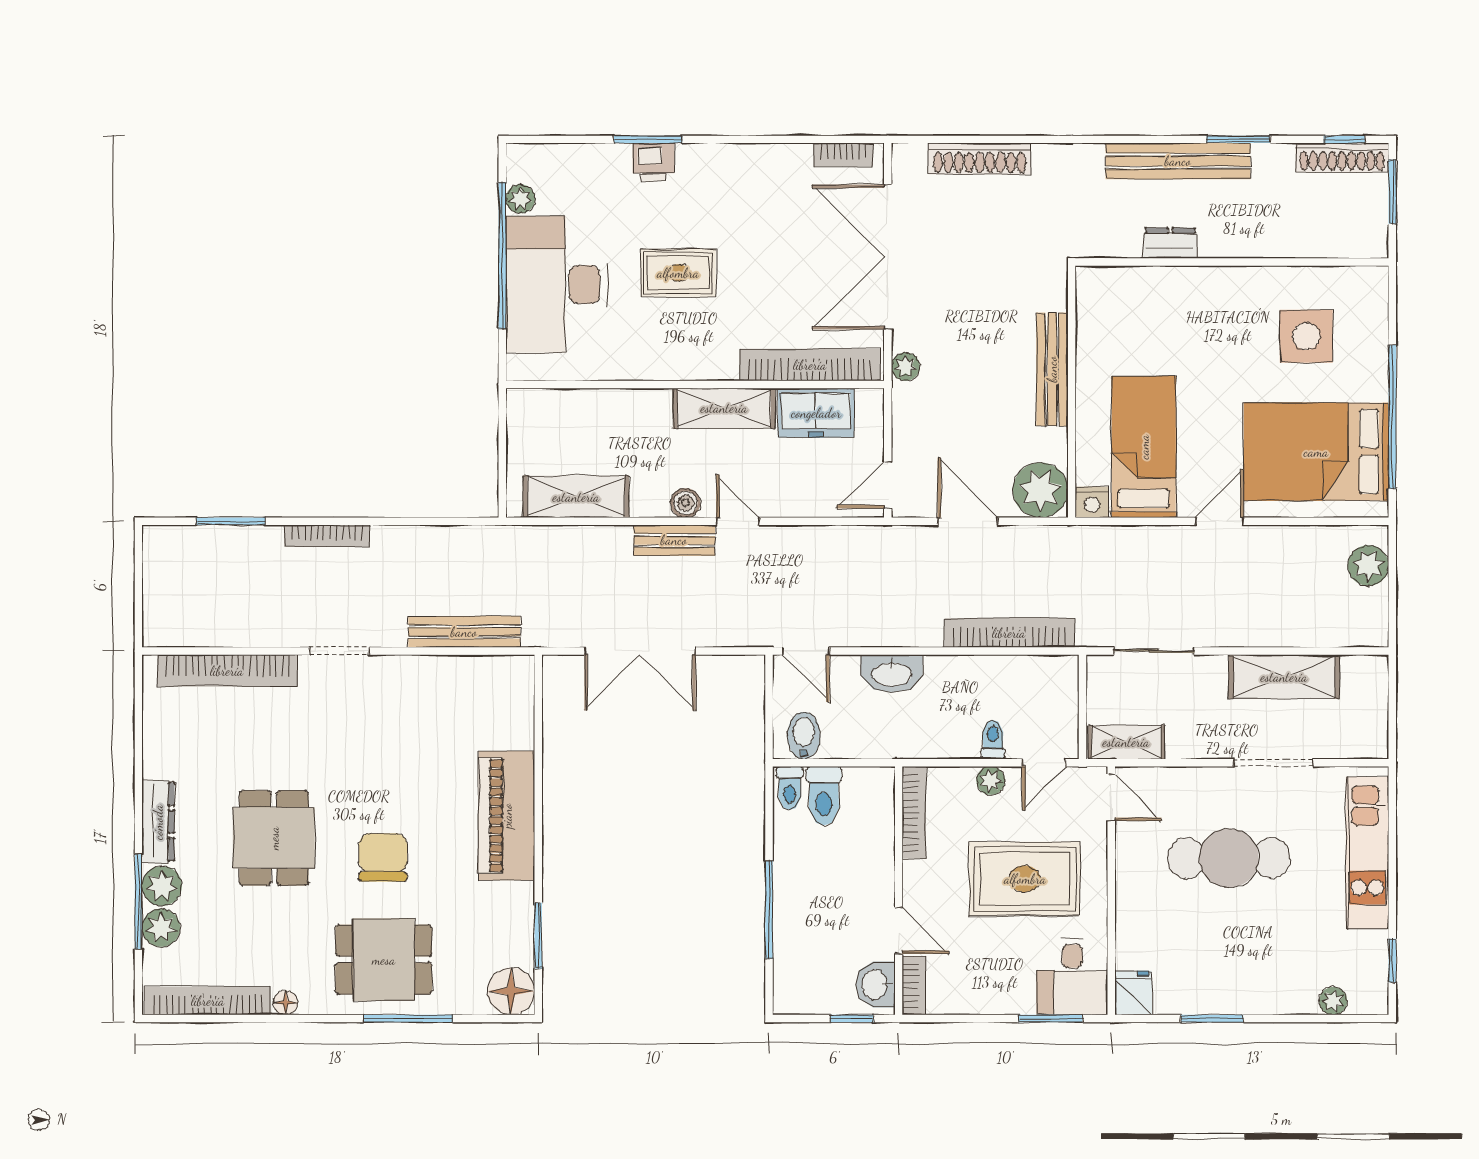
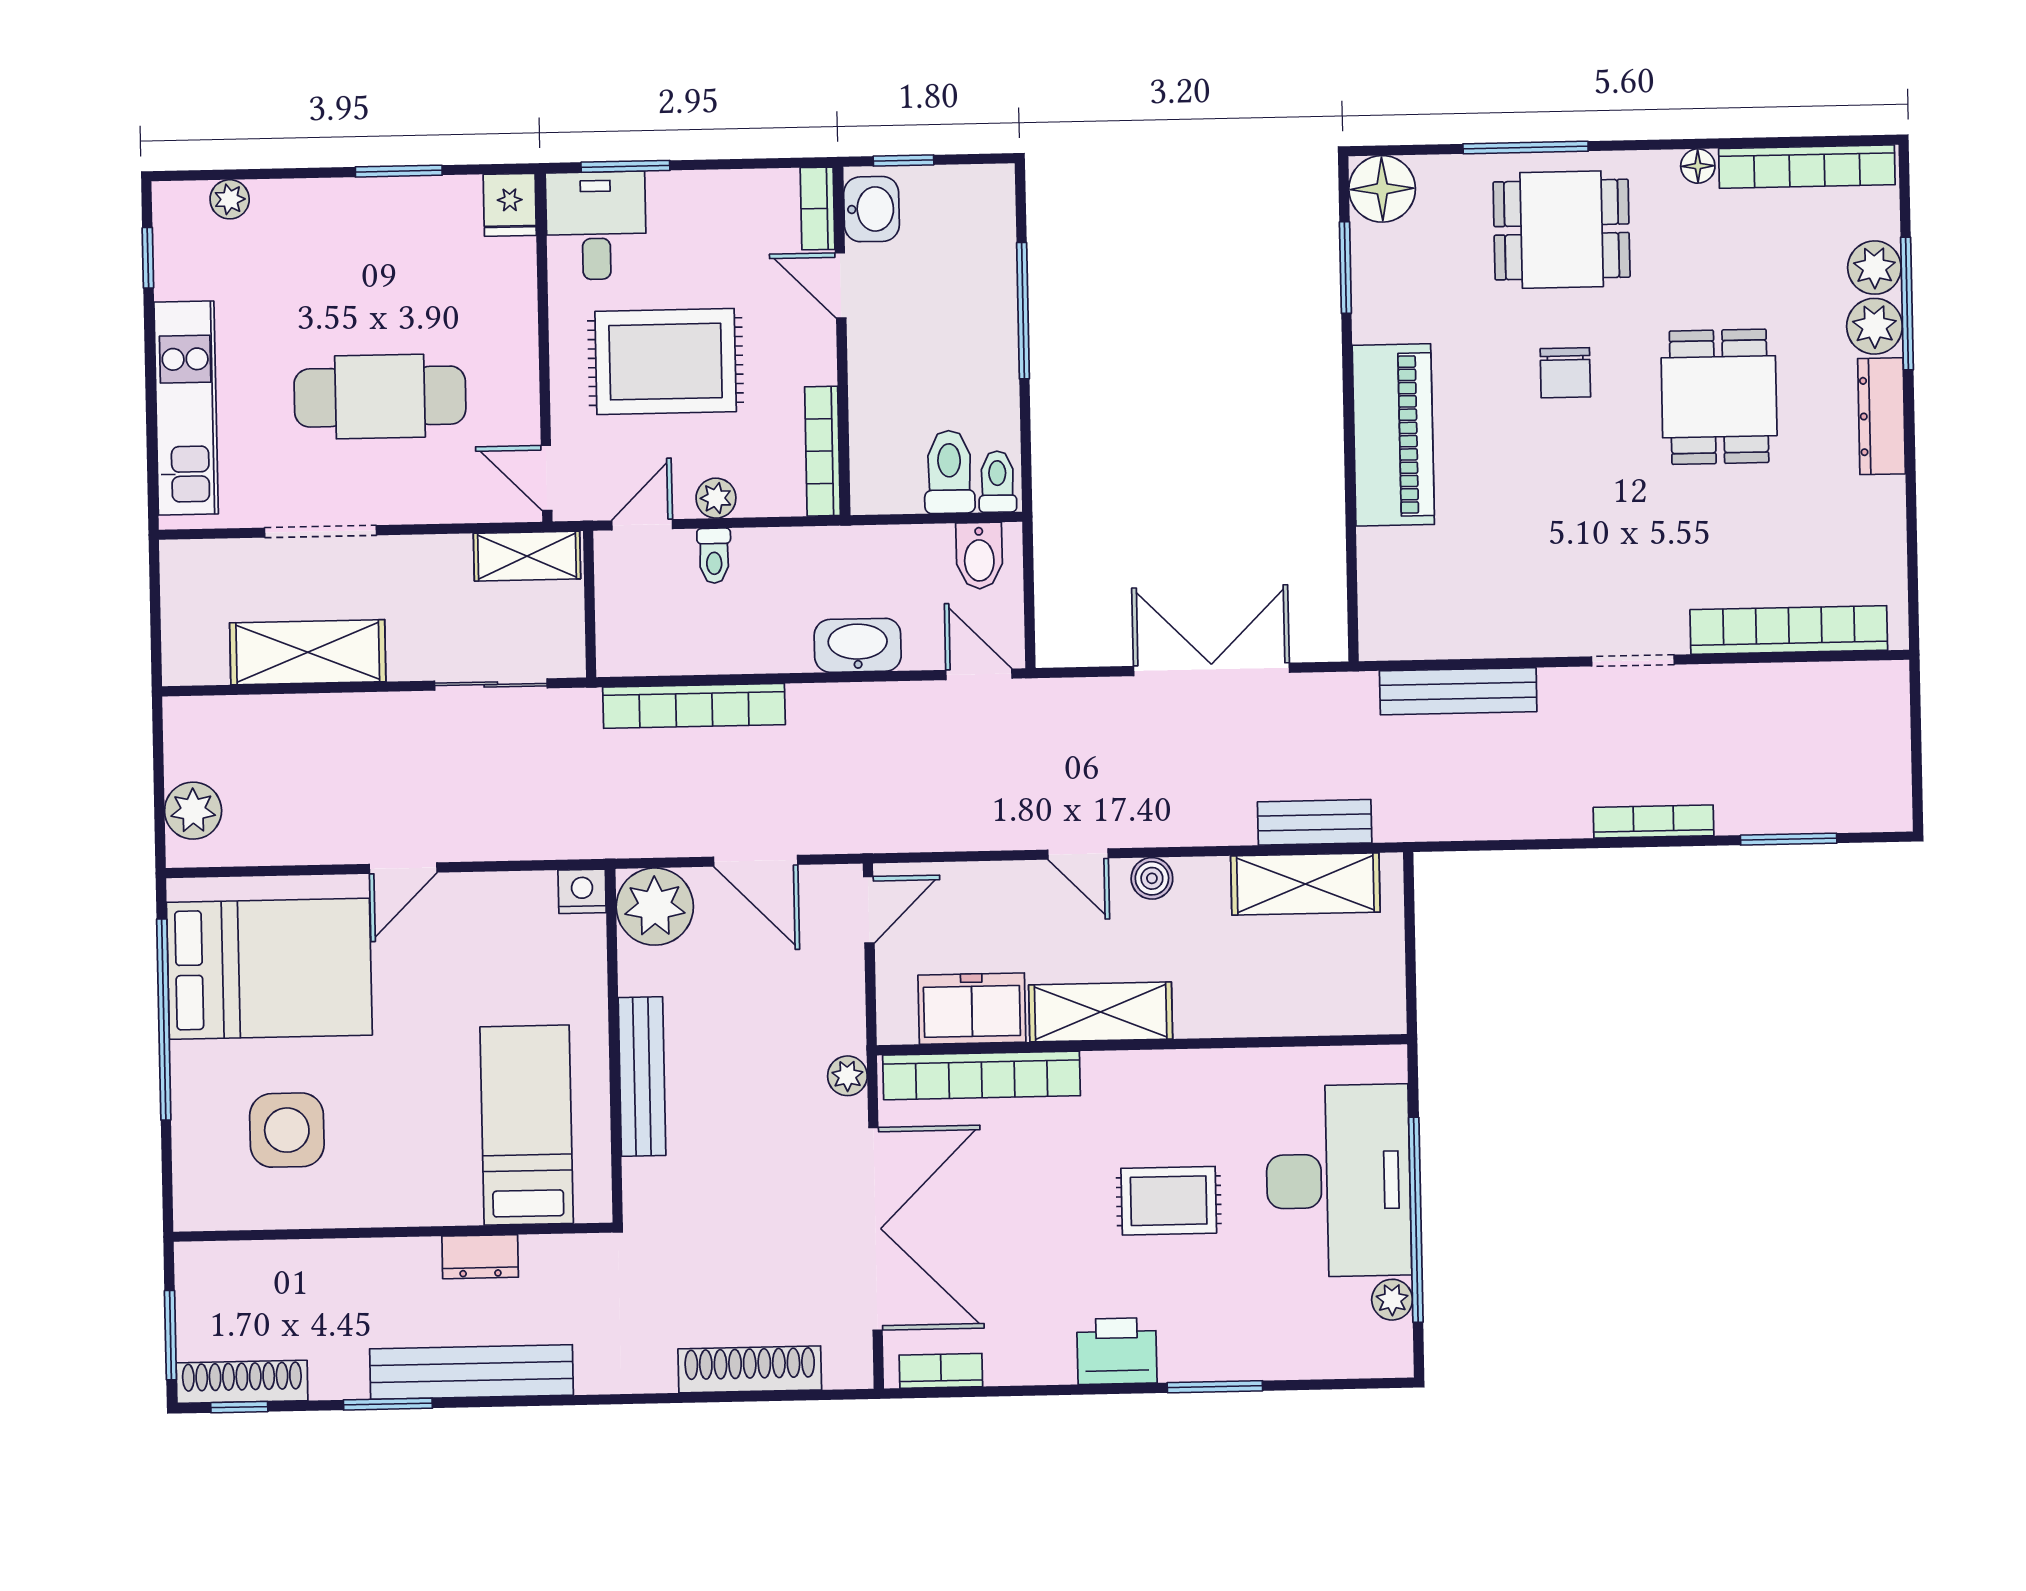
printer: (653, 162) -> (1117, 1351), moved, width x1.36, depth x1.24
bed: (1144, 447) -> (527, 1125), moved, turned 180
bench: (674, 540) -> (1315, 822), moved
chair: (383, 857) -> (1565, 373), width x0.73, depth x0.73

